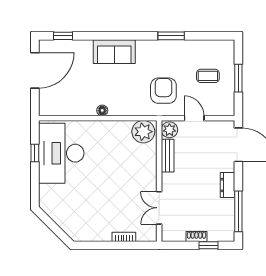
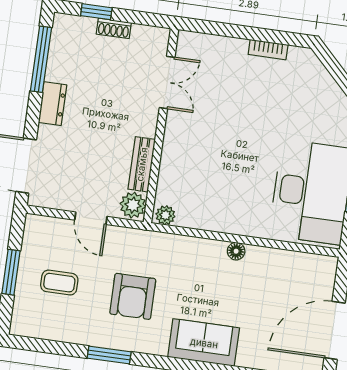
armchair: (163, 91) -> (133, 296), moved
plant: (143, 132) -> (165, 215), width x0.53, depth x0.53
bookcase: (124, 237) -> (268, 50), moved

